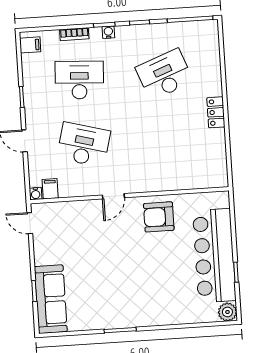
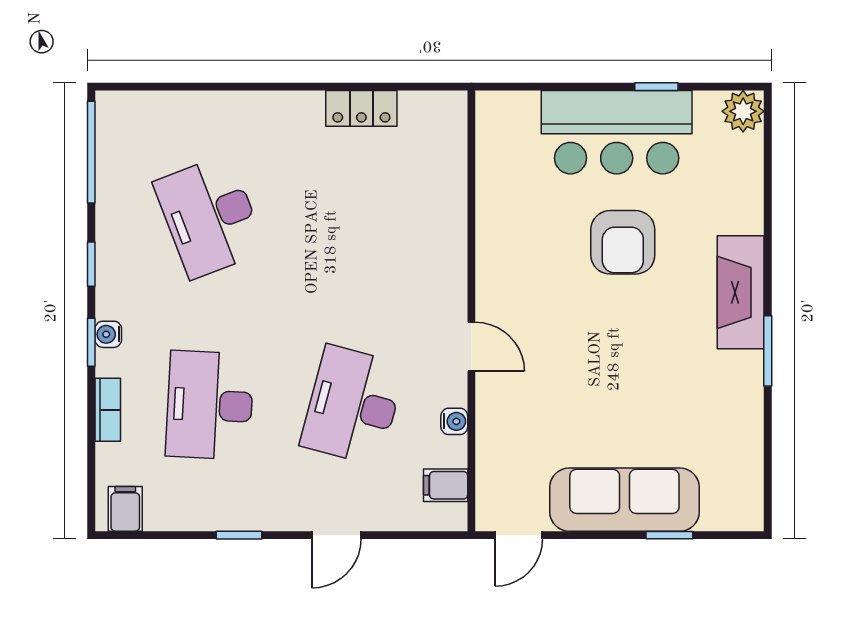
locker: (216, 112) -> (361, 108), moved
water cooler: (36, 194) -> (454, 421), moved
armchair: (159, 217) -> (623, 242), moved
bar counter: (214, 256) -> (617, 132), width x0.73
sofa: (51, 299) -> (624, 500), moved
fireplace: (146, 316) -> (741, 292), added

